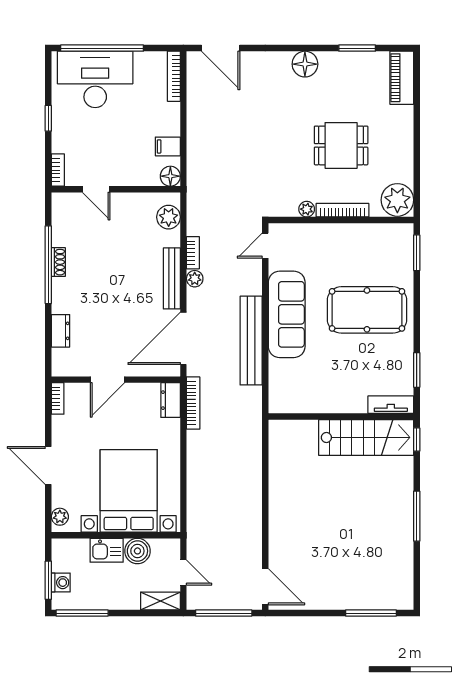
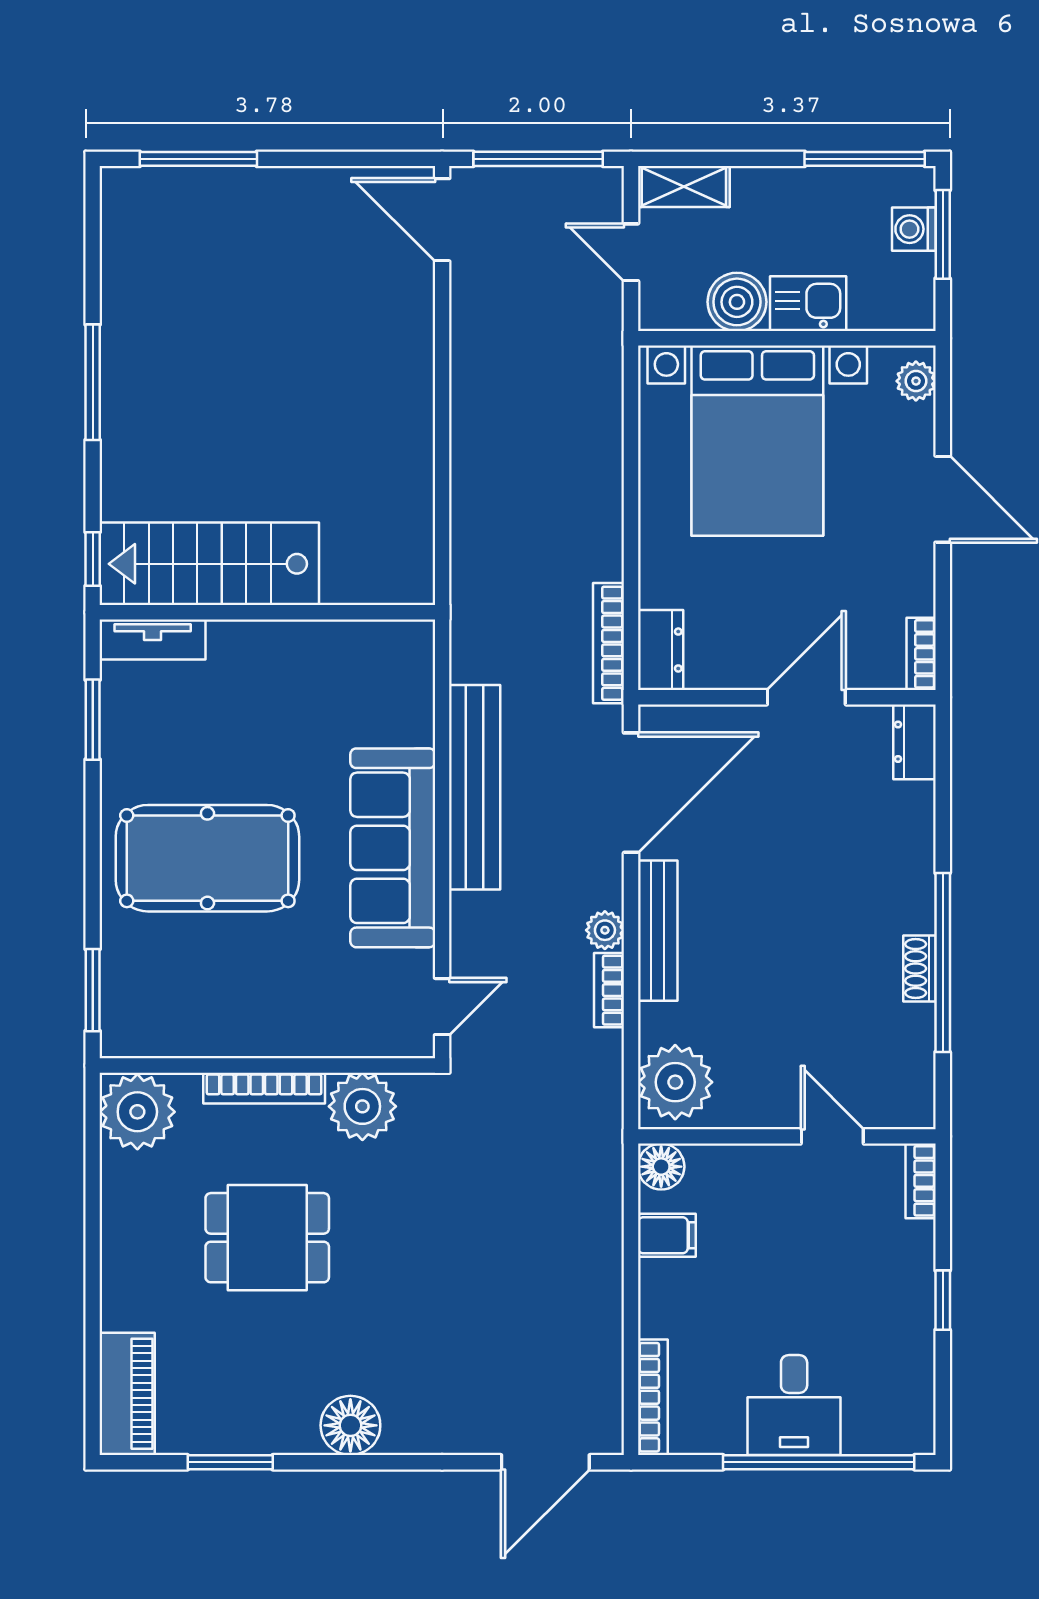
door: (221, 48) -> (545, 1462), swing flipped
desk: (95, 79) -> (794, 1405), width x0.53, depth x0.77
plant: (307, 209) -> (362, 1106), width x1.87, depth x1.87
plant: (169, 217) -> (675, 1082), width x1.36, depth x1.36
dresser: (61, 331) -> (914, 742), moved

